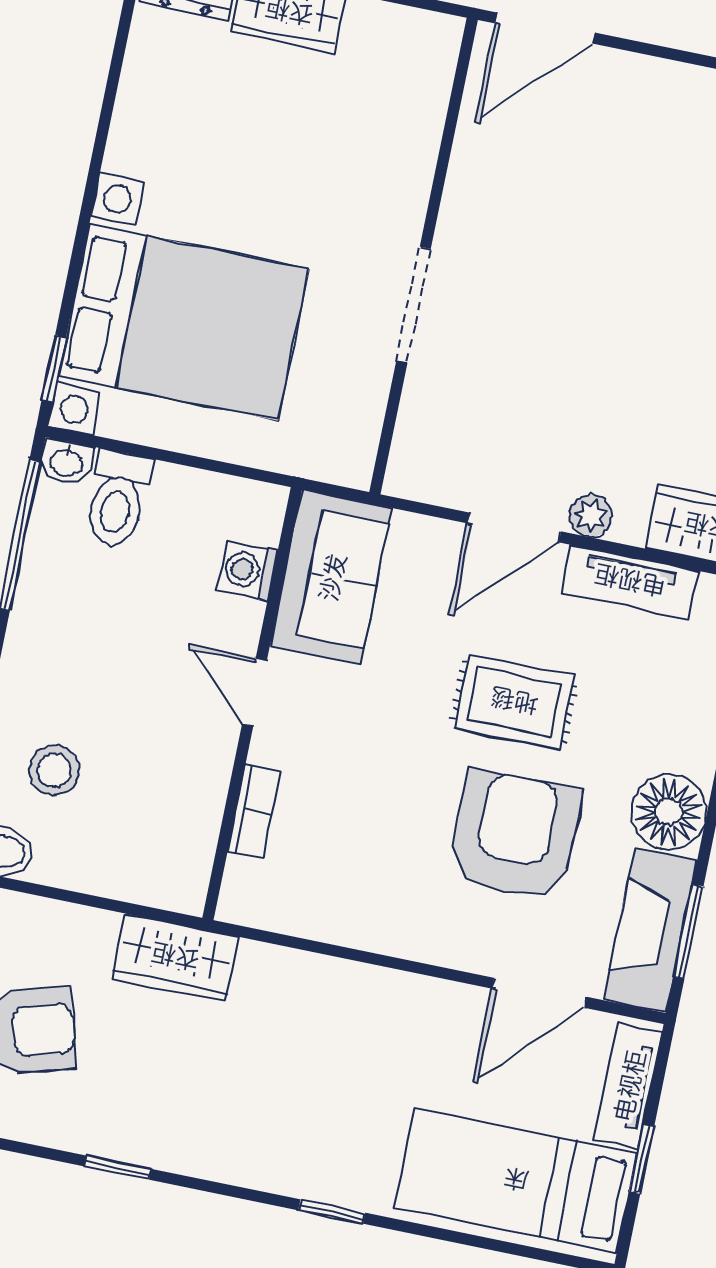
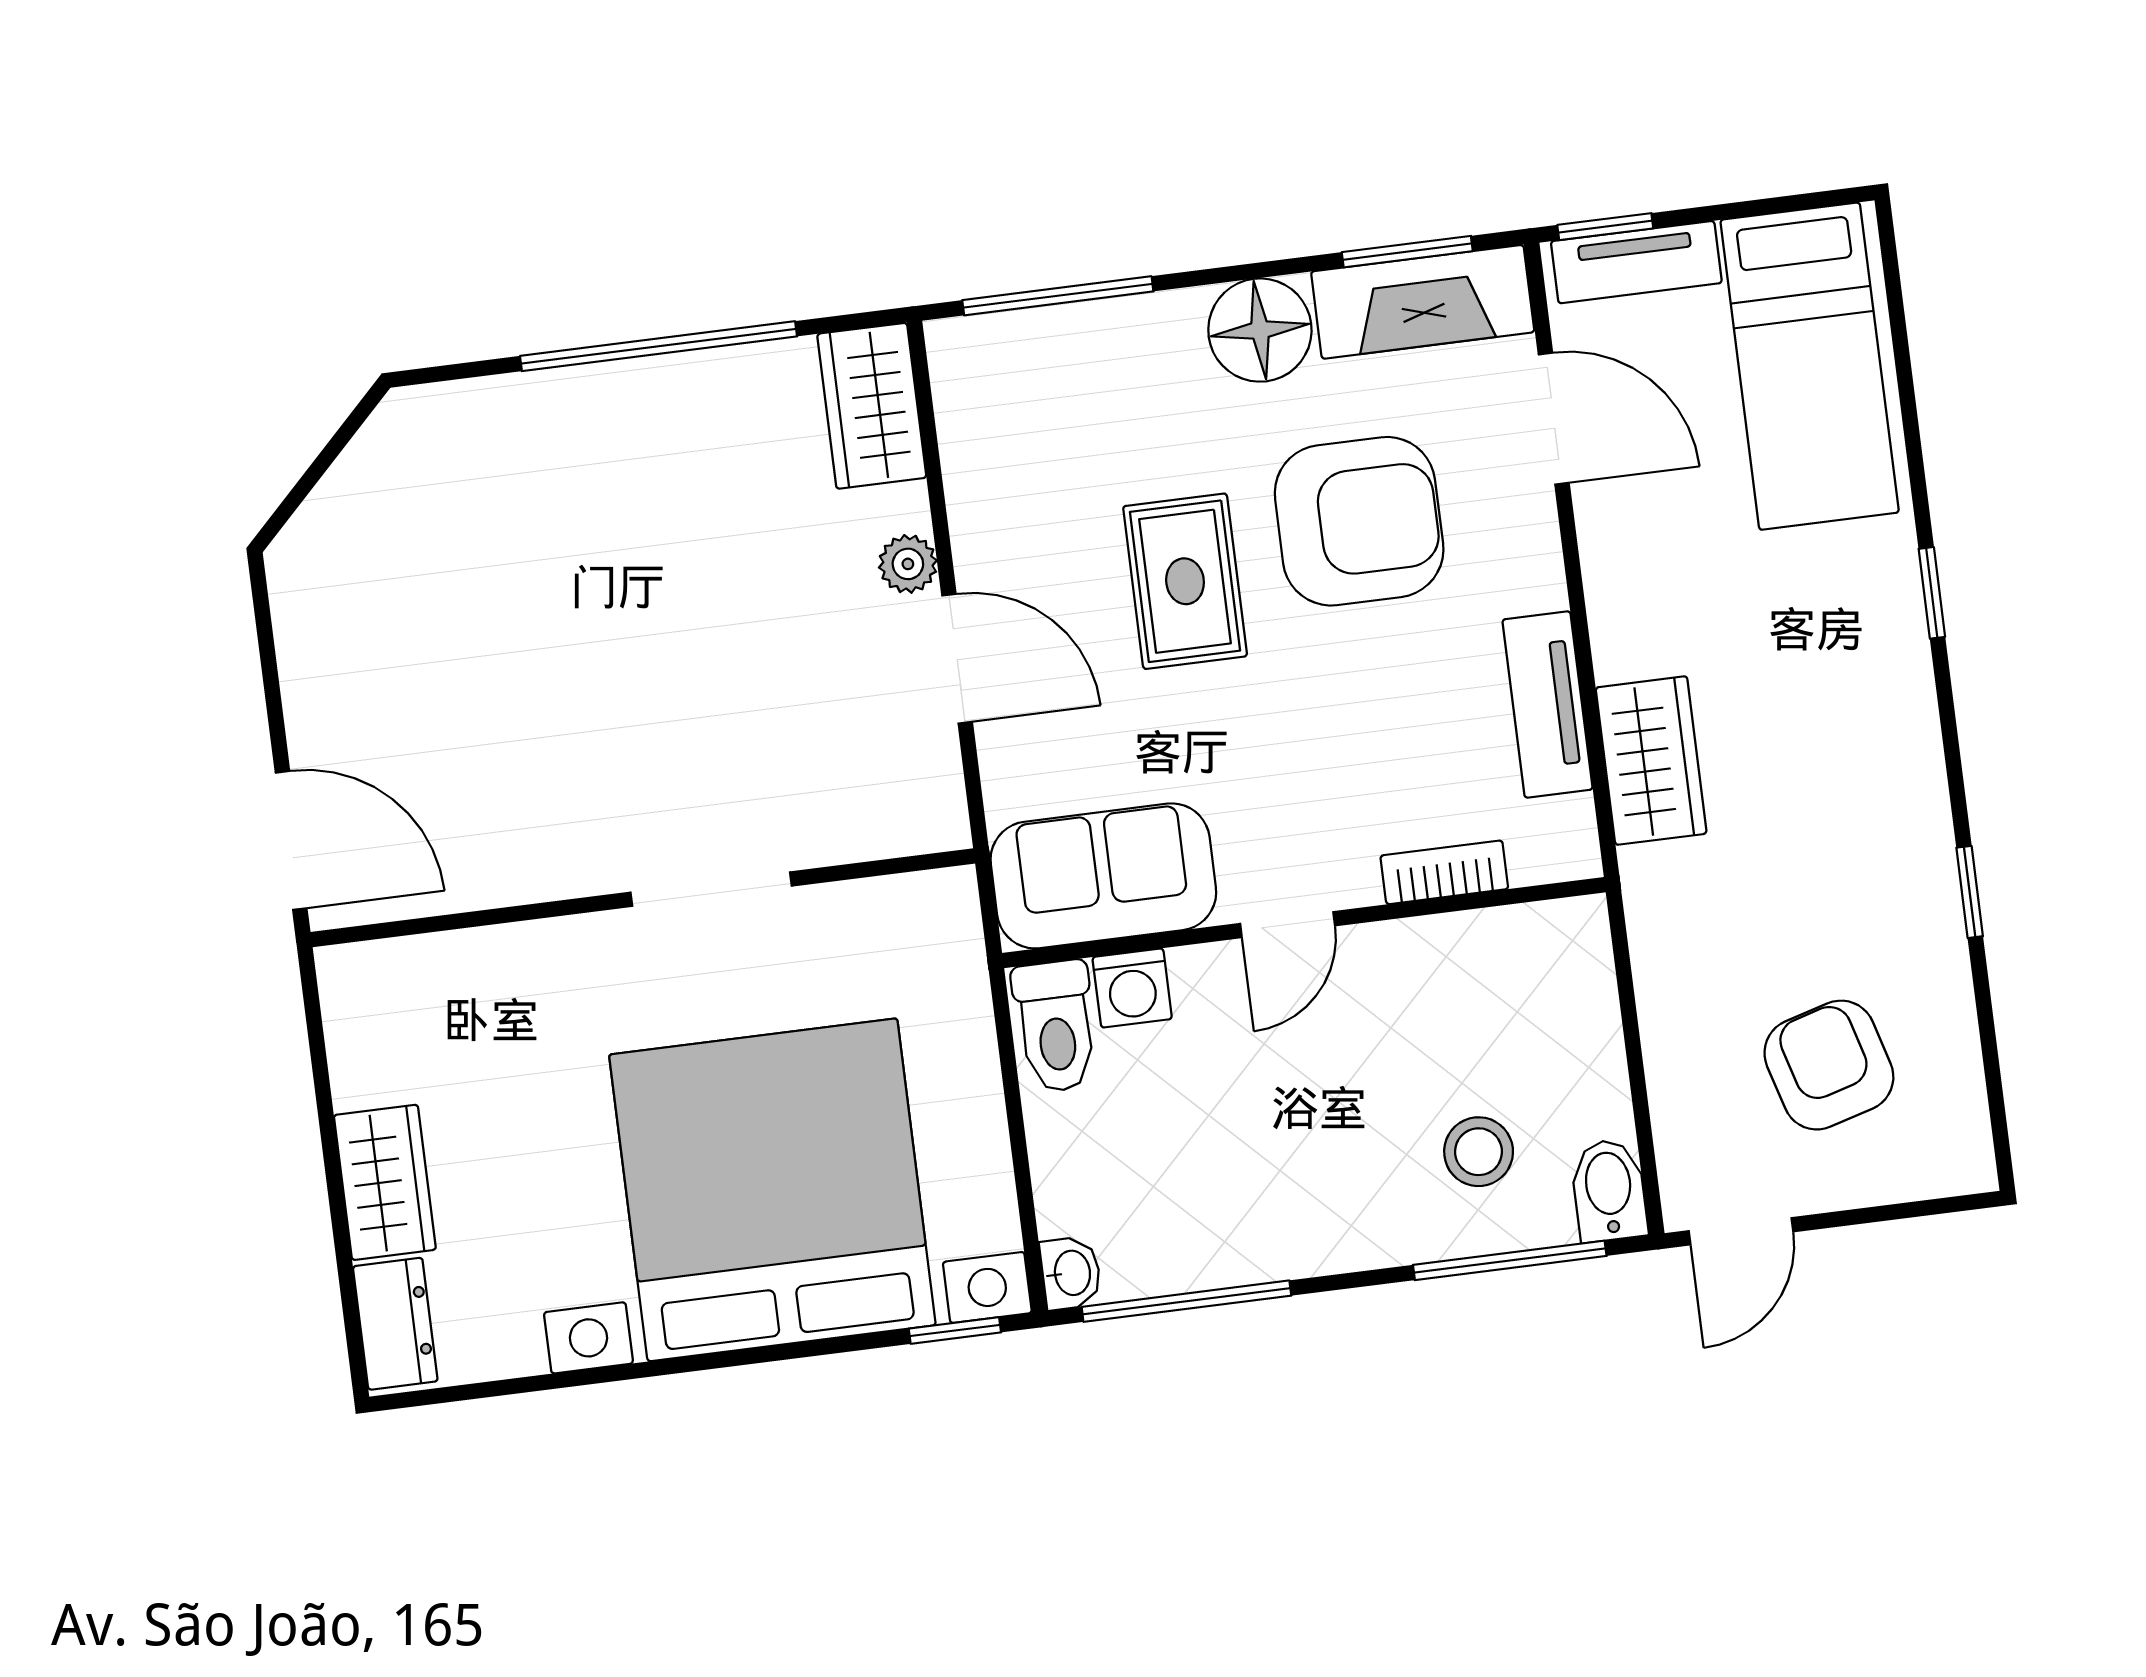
bed with nightstands: (184, 322) -> (772, 1190), width x1.36
toilet: (118, 499) -> (1056, 1026), moved, turned 90
tv unit: (630, 582) -> (1548, 705), moved, turned 180
armchair: (515, 835) -> (1359, 521), turned 180
wardrobe: (175, 958) -> (1651, 761), moved
window: (642, 1159) -> (1605, 227), moved

